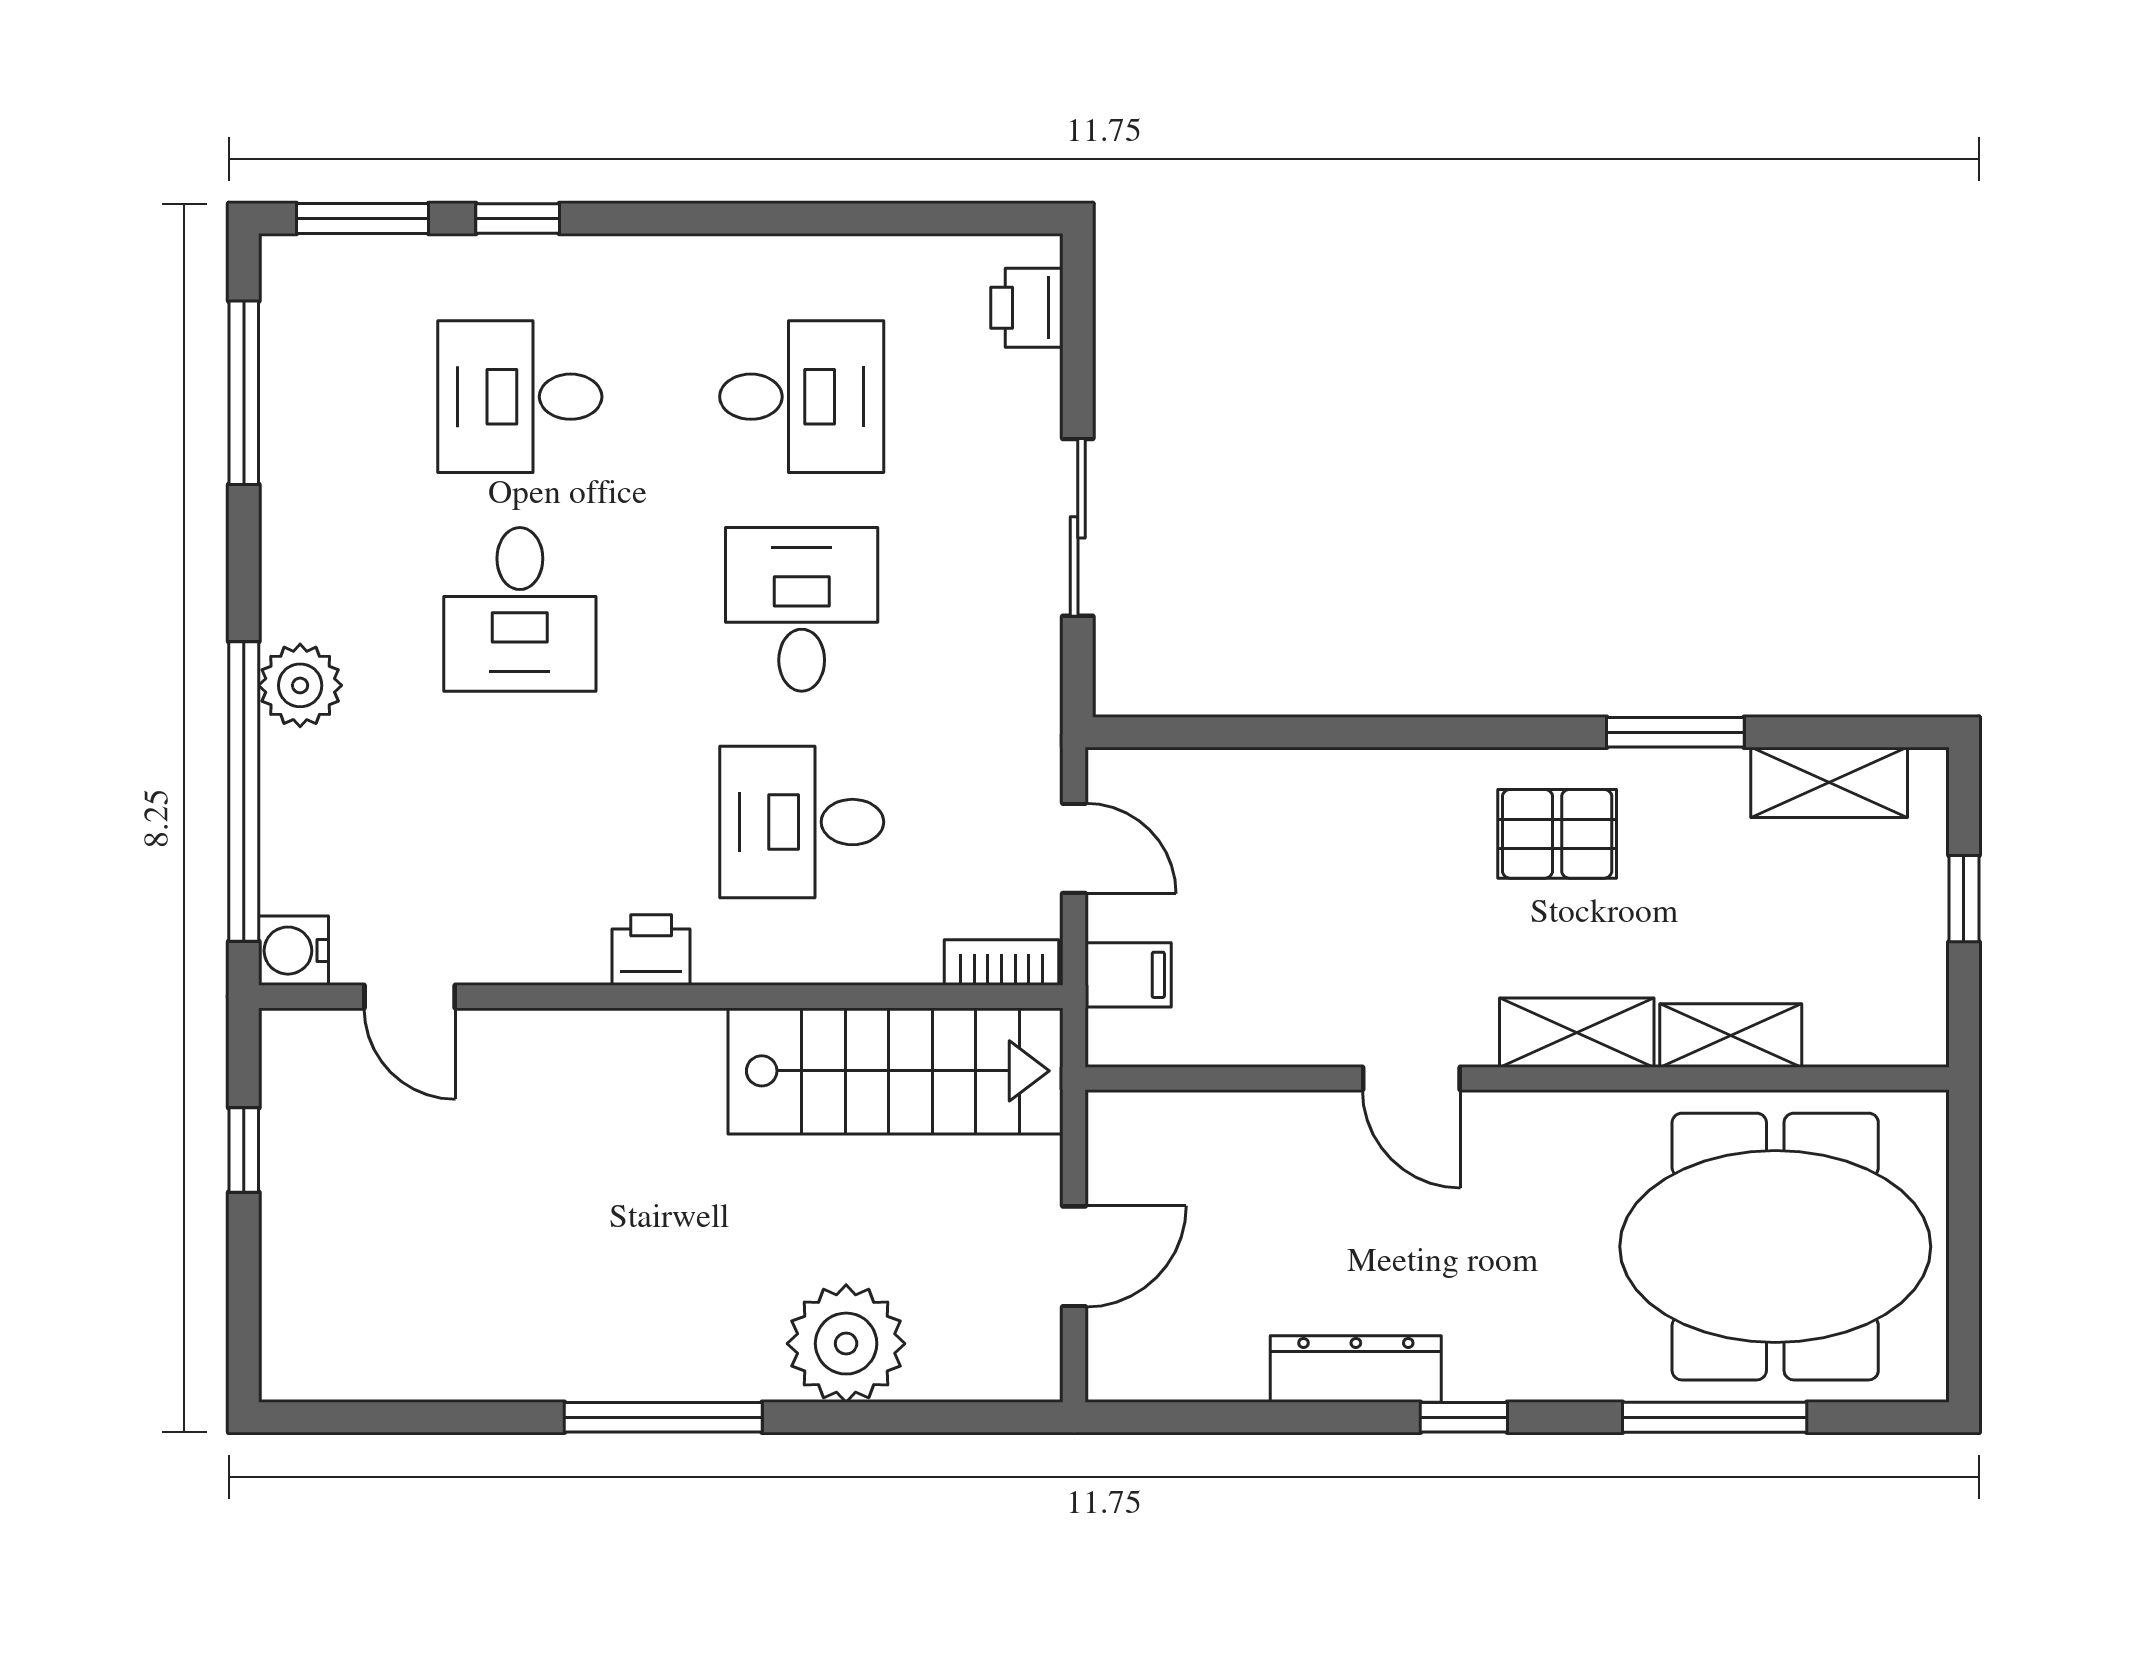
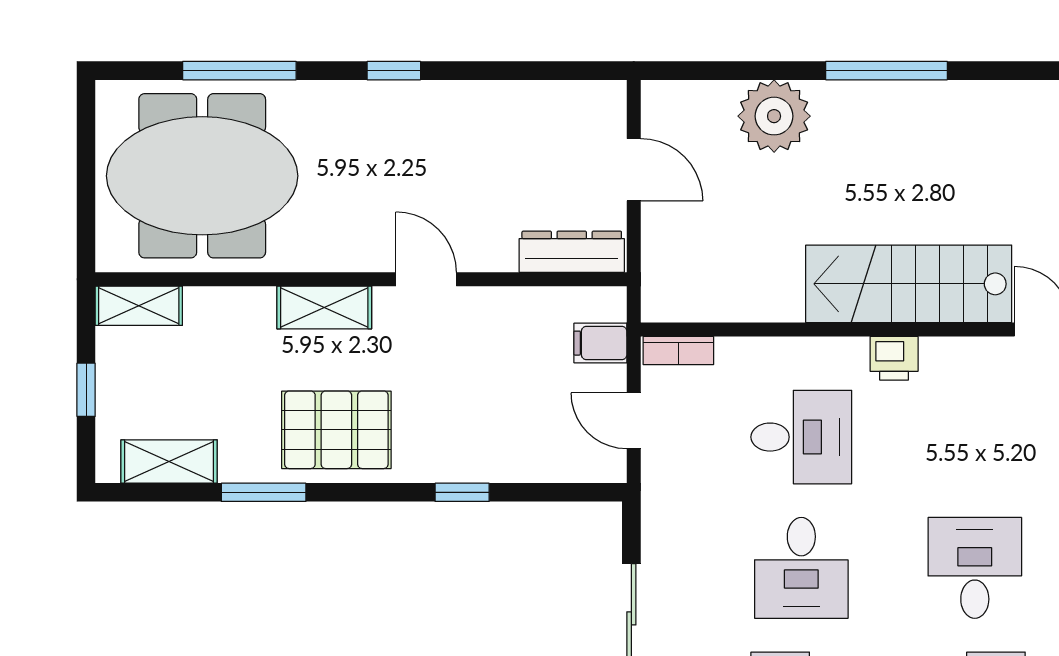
window: (1353, 732) -> (462, 492), added
pallet: (1557, 834) -> (336, 430), width x1.50, depth x1.42
shelving: (1731, 1035) -> (139, 306), moved
stairs: (896, 1071) -> (909, 284), moved
door: (1074, 1256) -> (634, 170), swing flipped
dresser: (1356, 1369) -> (572, 252), moved, turned 180

